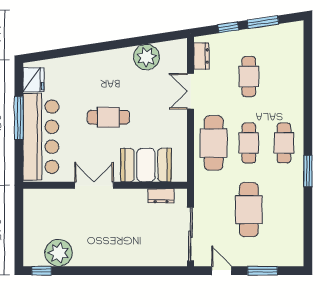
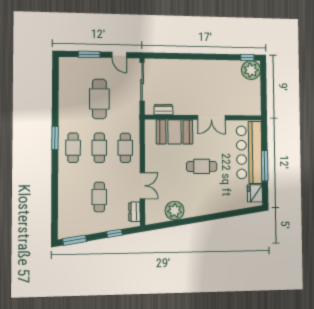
window: (263, 22) -> (74, 240), moved
cafe table: (214, 143) -> (125, 148), width x0.73, depth x0.74
window: (308, 171) -> (55, 138), moved
plant: (59, 253) -> (251, 70), moved

